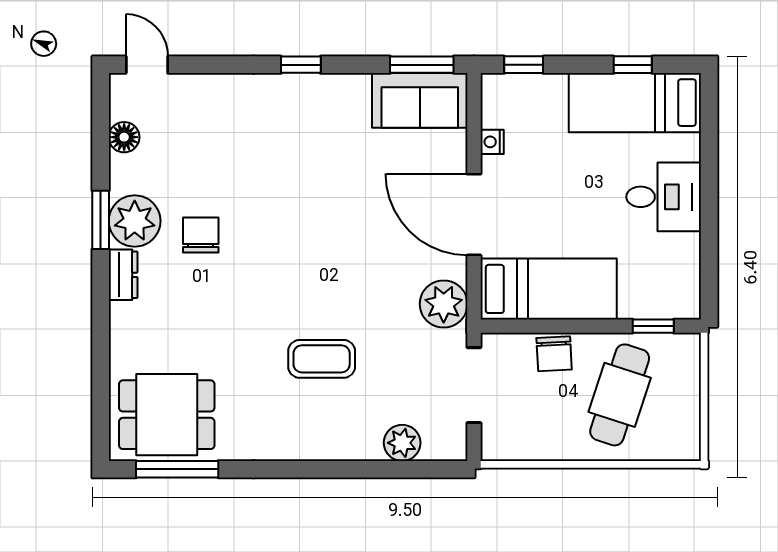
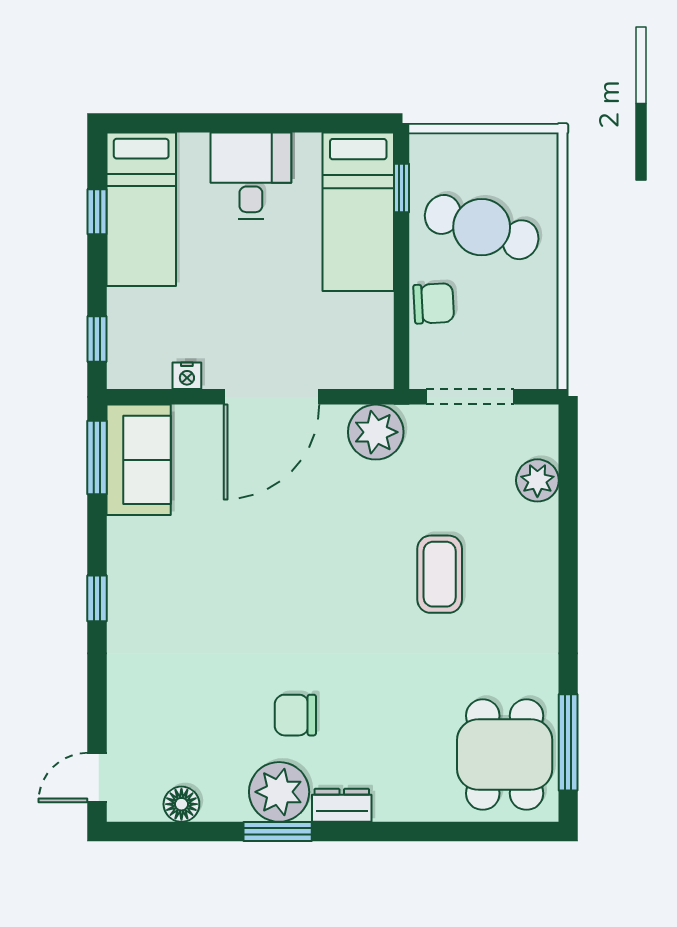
bed: (549, 289) -> (358, 212), moved, turned 180

